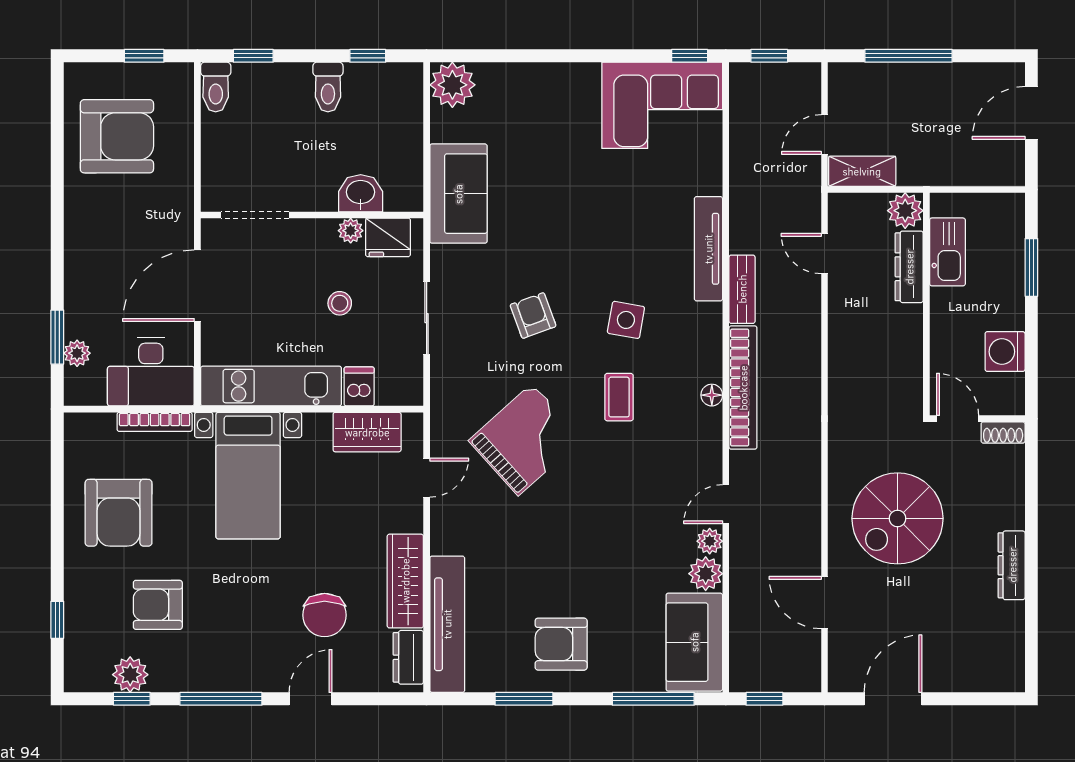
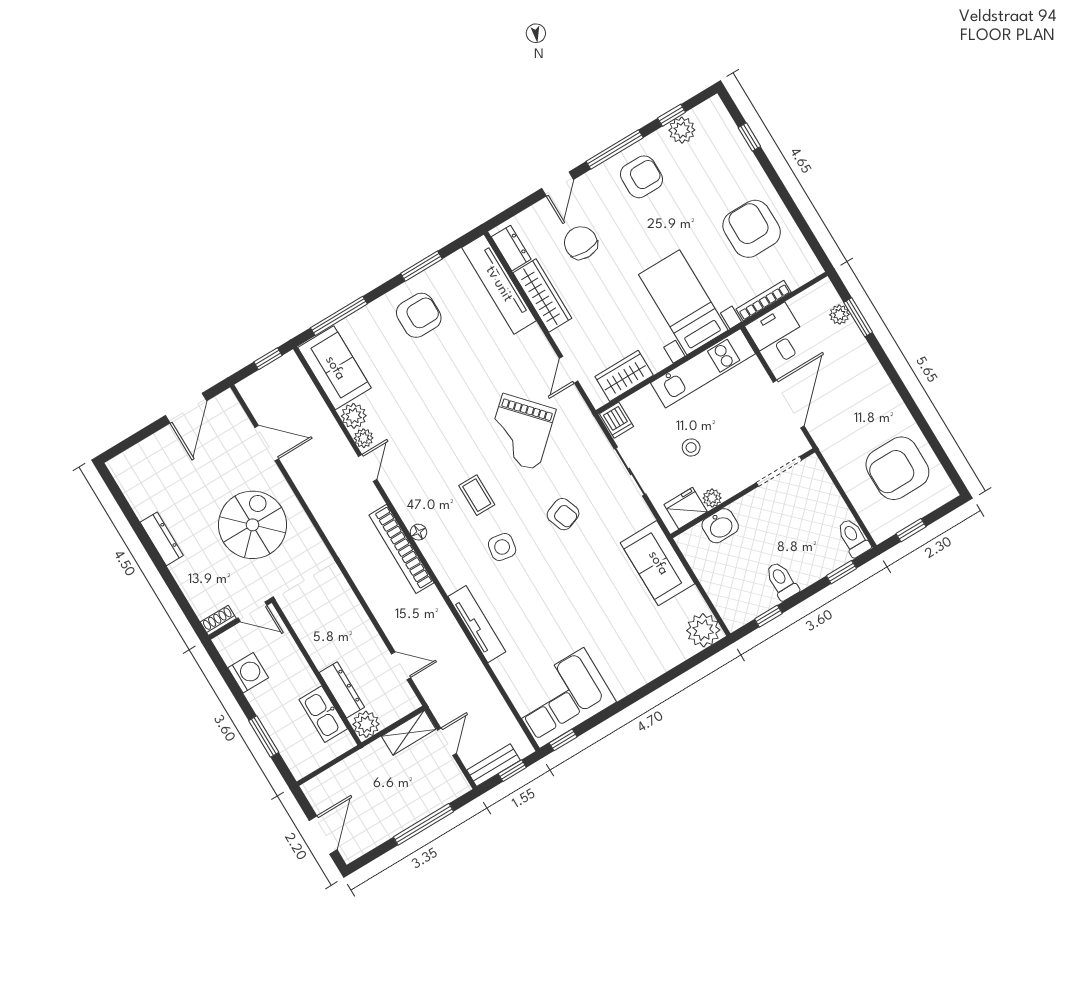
bench: (742, 289) -> (493, 765), moved, turned 90
desk: (151, 372) -> (778, 336), width x0.73
dishwasher: (359, 386) -> (616, 420), moved
armchair: (158, 605) -> (641, 177), moved

